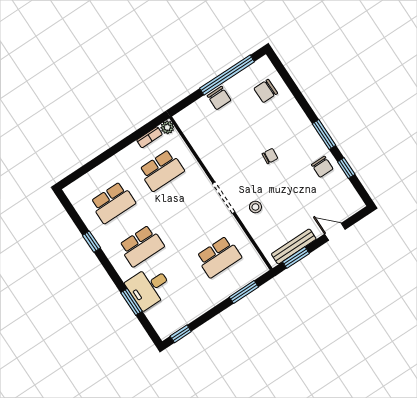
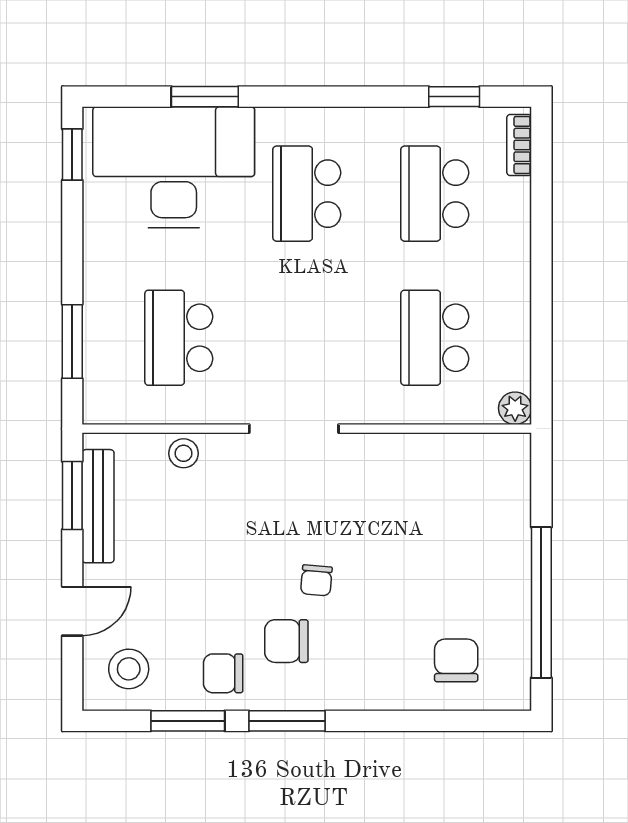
chair: (219, 98) -> (286, 641), moved
bookcase: (149, 137) -> (519, 145), moved
window: (346, 168) -> (188, 721), width x1.50
stool: (342, 200) -> (129, 669), added
stool: (255, 207) -> (184, 453), moved
window: (91, 242) -> (454, 97), moved
desk: (149, 287) -> (174, 167), width x1.87, depth x1.30

